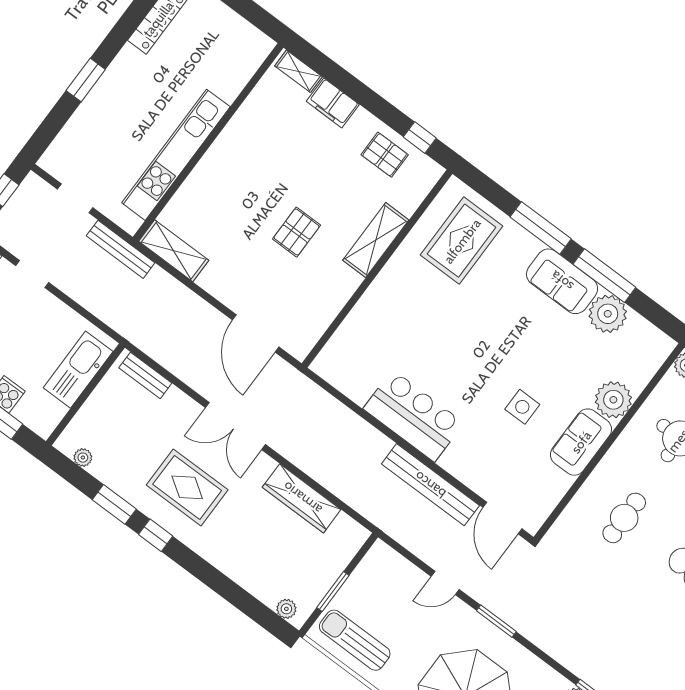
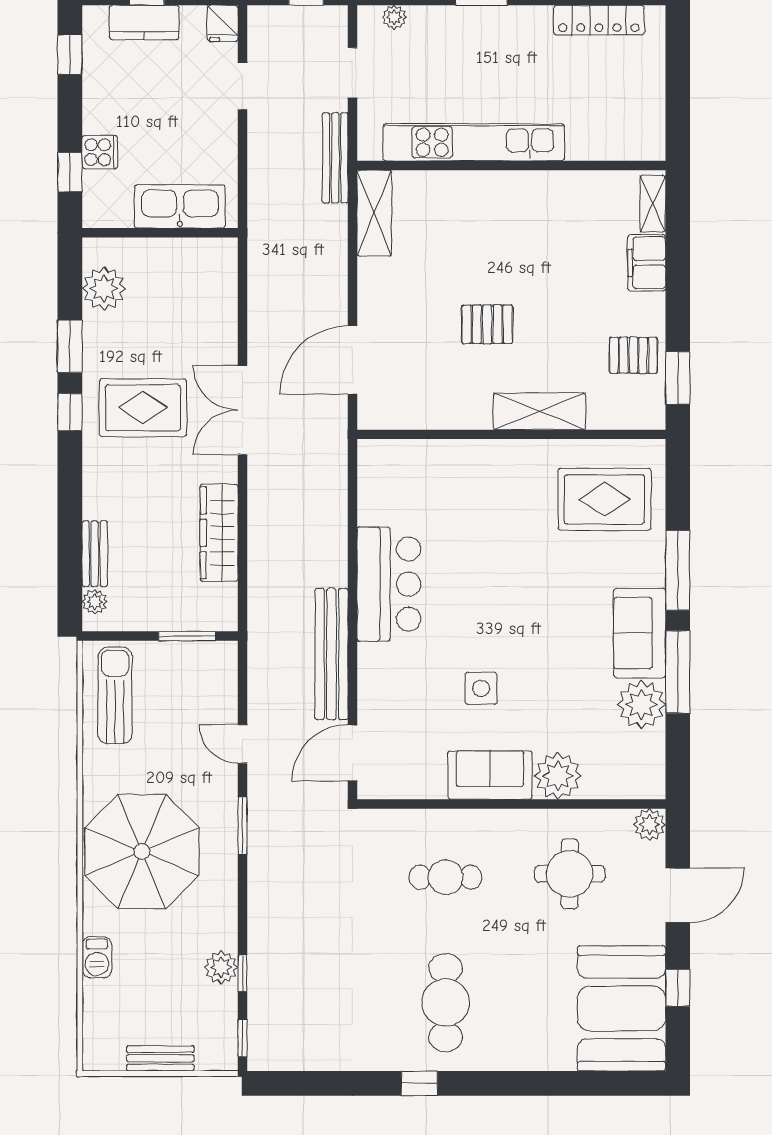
window: (420, 138) -> (678, 378), width x1.50
plant: (60, 146) -> (394, 17), added
pallet: (385, 155) -> (633, 355), turned 90
bench: (145, 375) -> (95, 554), moved
plant: (83, 458) -> (104, 289), width x1.88, depth x1.88
rug: (187, 487) -> (143, 408), turned 90
window: (333, 592) -> (187, 636), moved

